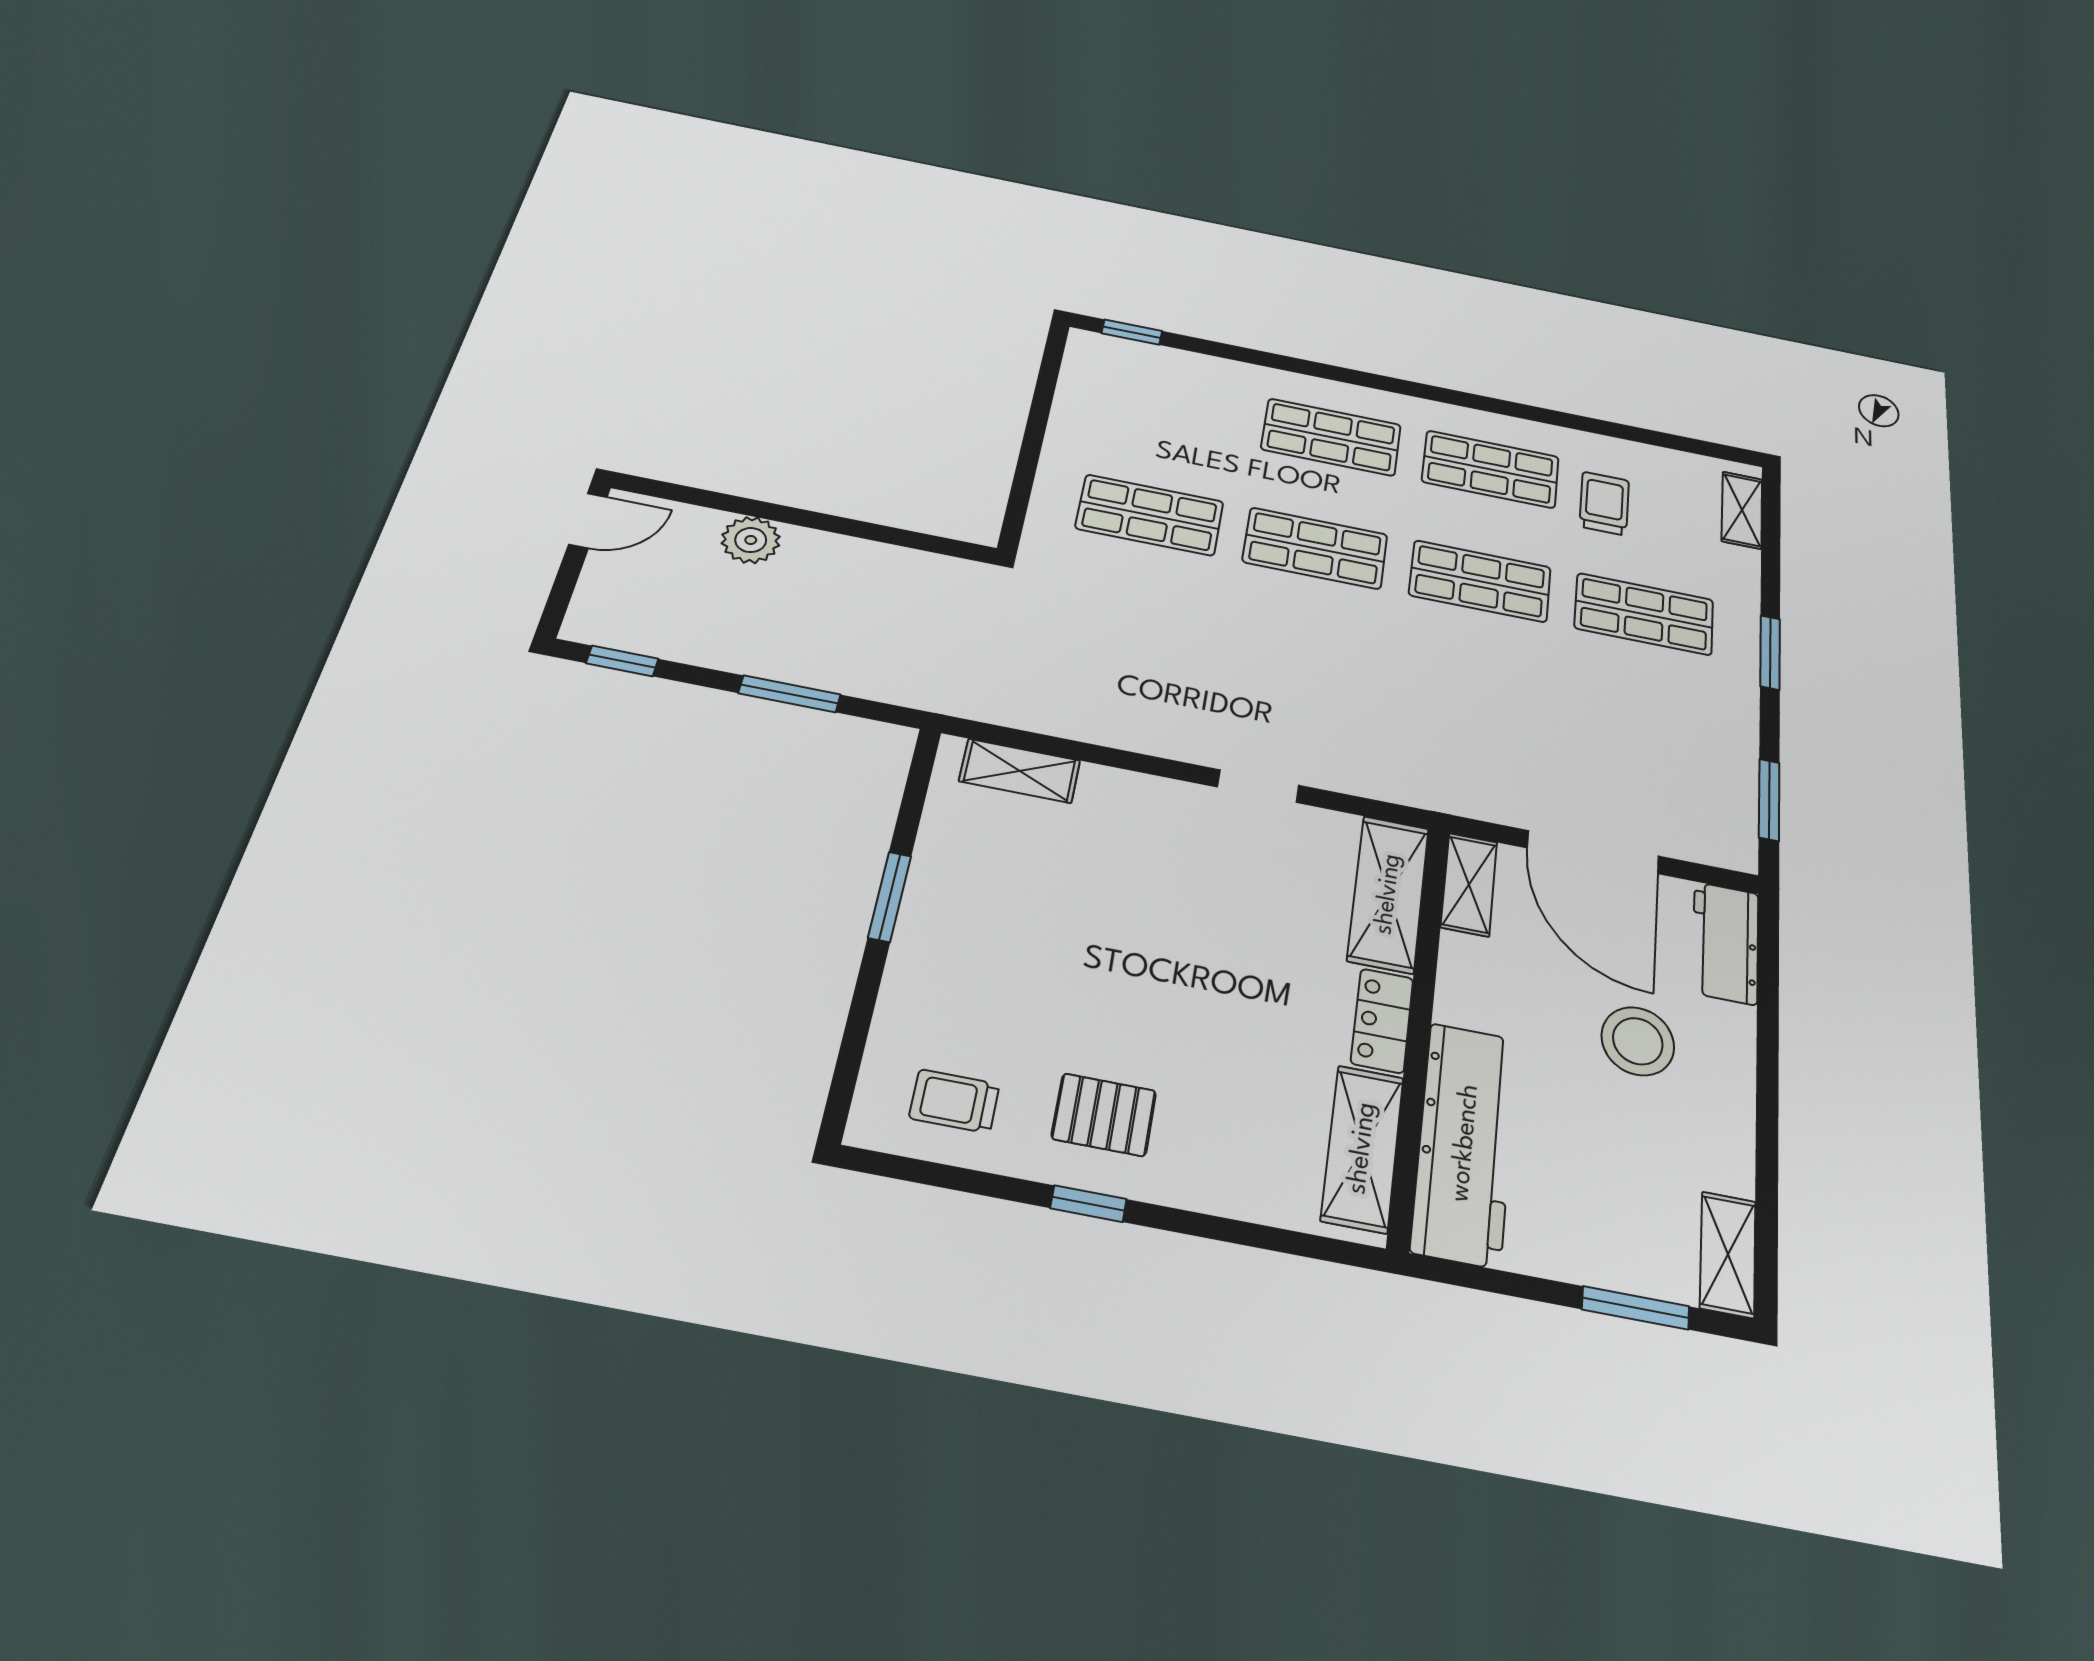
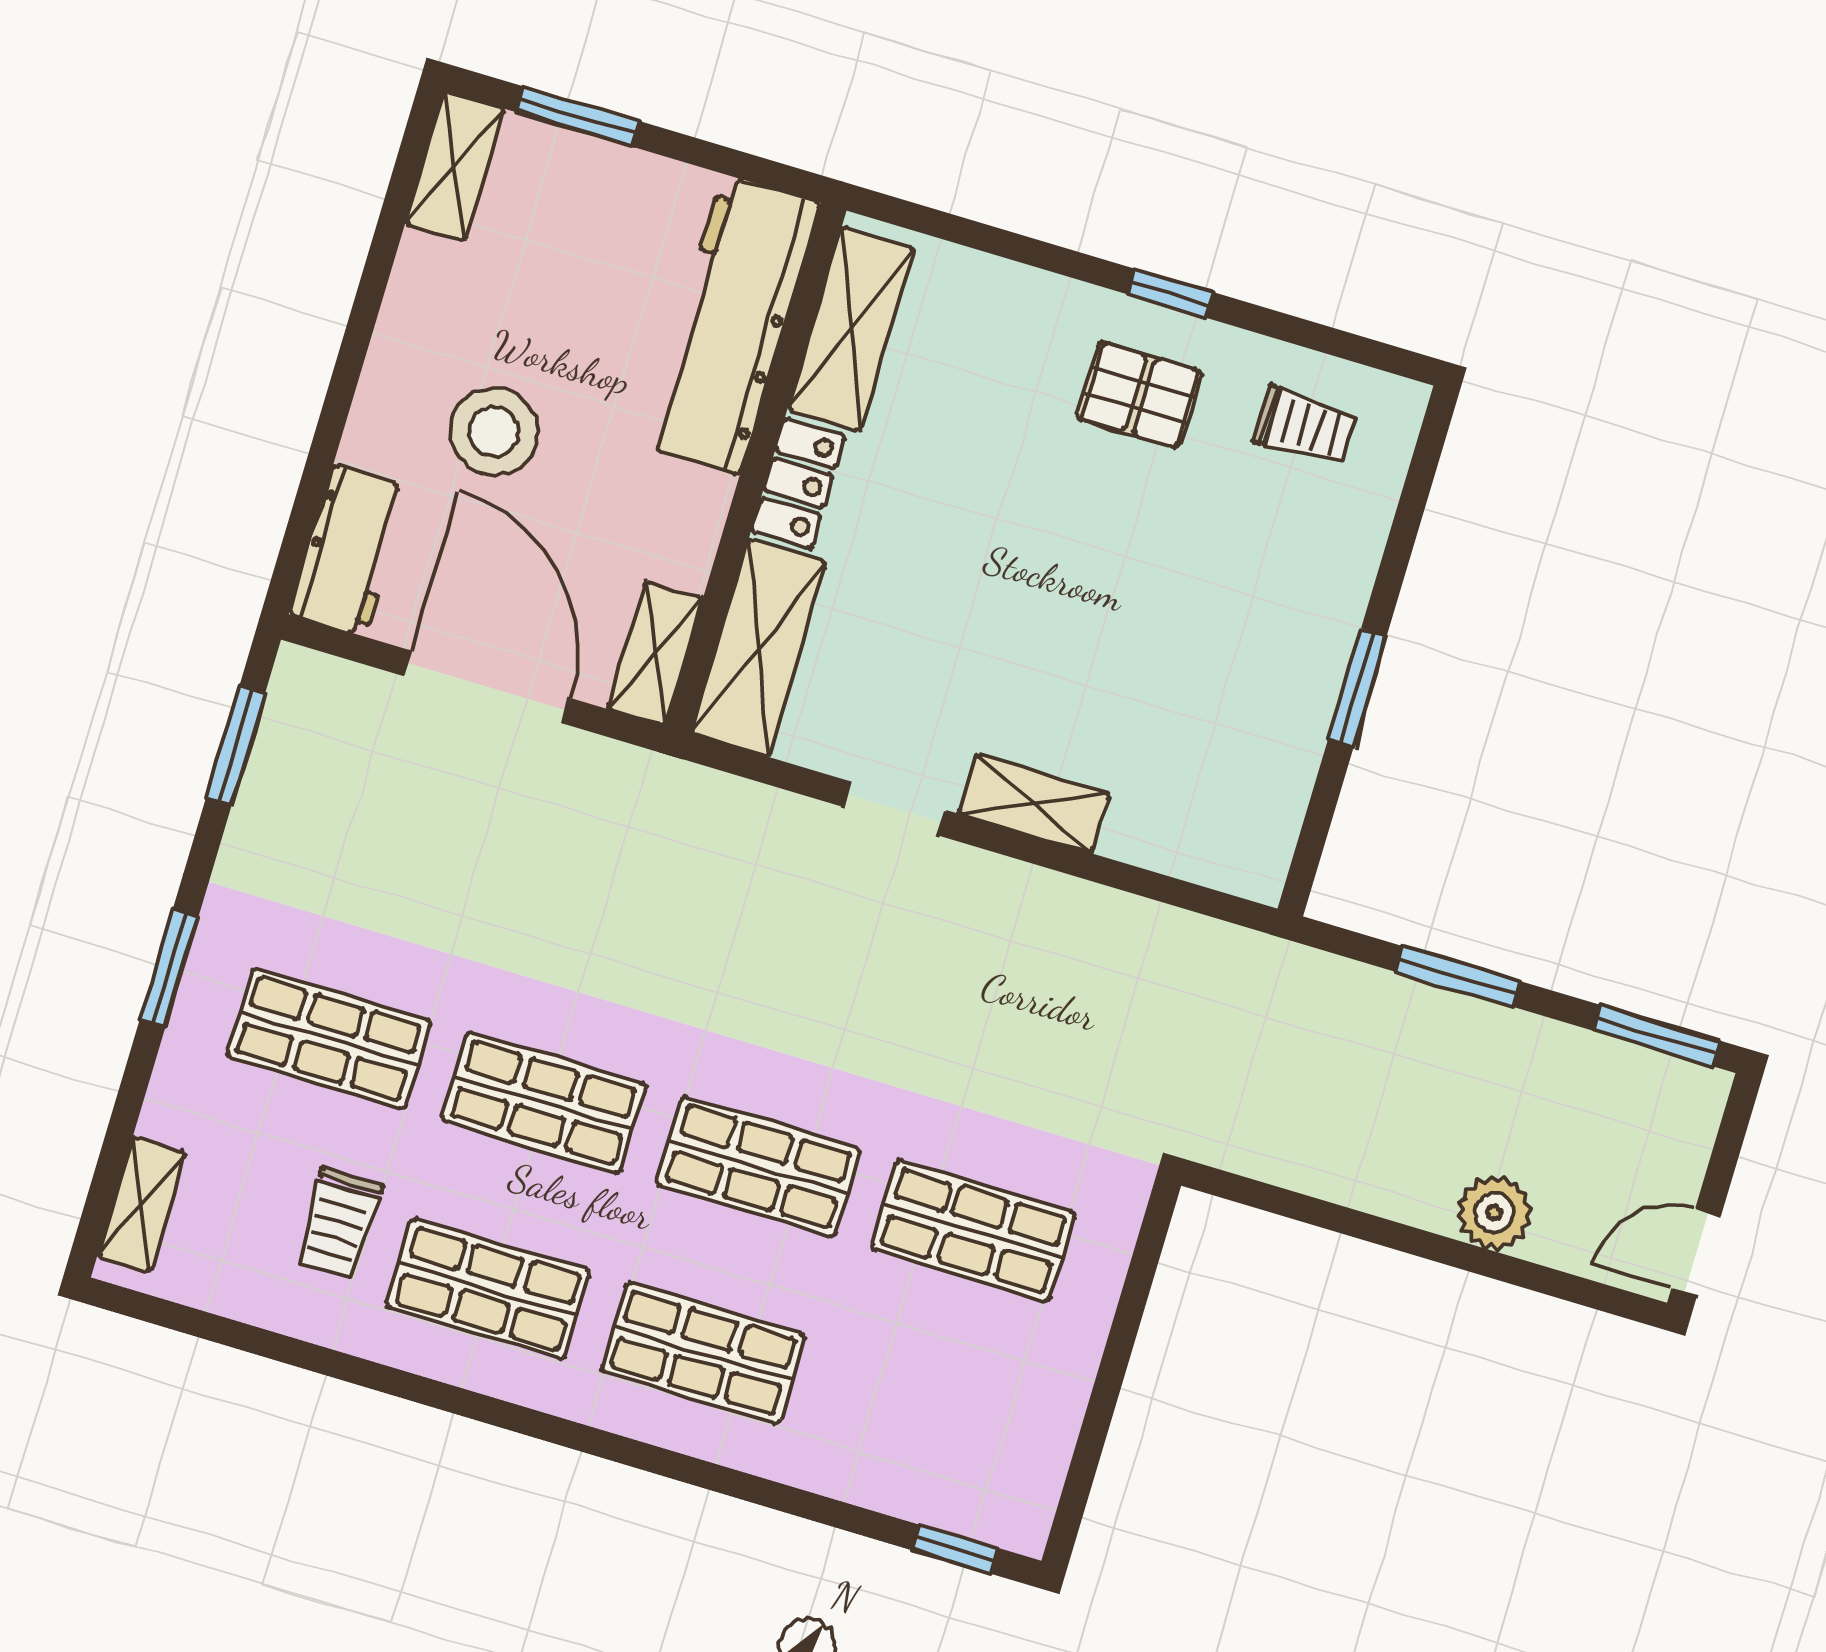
window: (622, 661) -> (1657, 1036), width x1.50
shelving: (1020, 771) -> (1034, 803), moved

